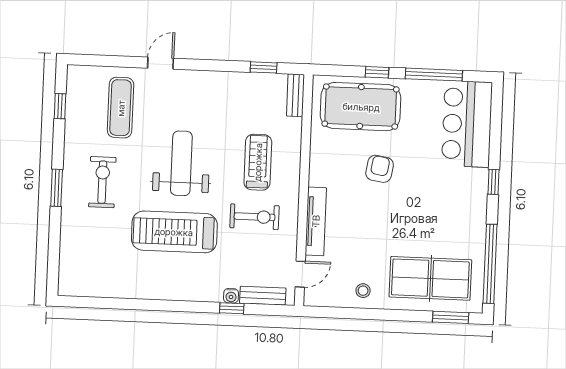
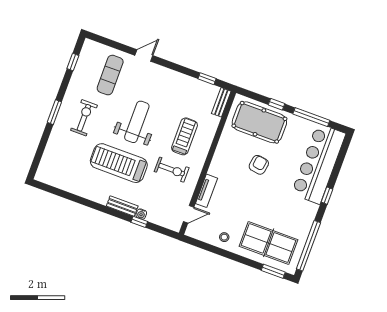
bar counter: (467, 124) -> (319, 164), width x1.36
tv unit: (316, 221) -> (207, 191), width x0.71
bench: (263, 296) -> (122, 206), moved

